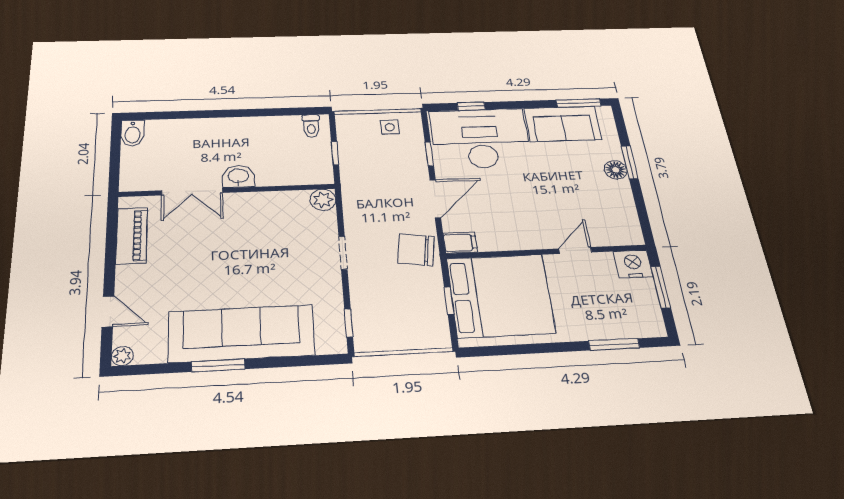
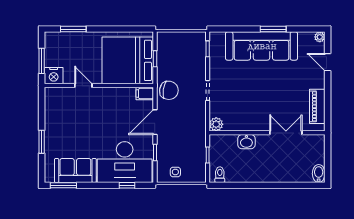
floor lamp: (616, 170) -> (51, 137), removed
washbasin: (238, 176) -> (246, 142), moved
door: (575, 251) -> (83, 86), swing flipped

